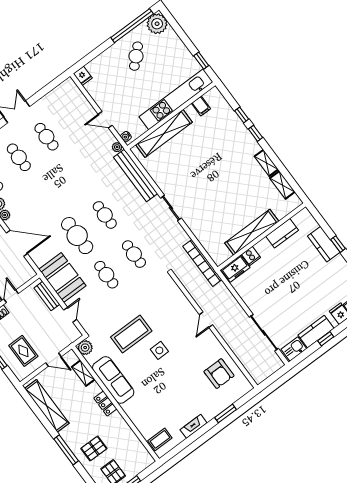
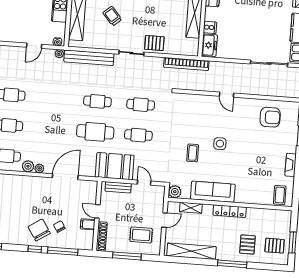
trolley: (188, 164) -> (112, 16), added
pallet: (196, 220) -> (154, 43), added
coffee table: (131, 334) -> (193, 153), width x0.54, depth x0.58
locker: (105, 404) -> (230, 211), width x1.53

